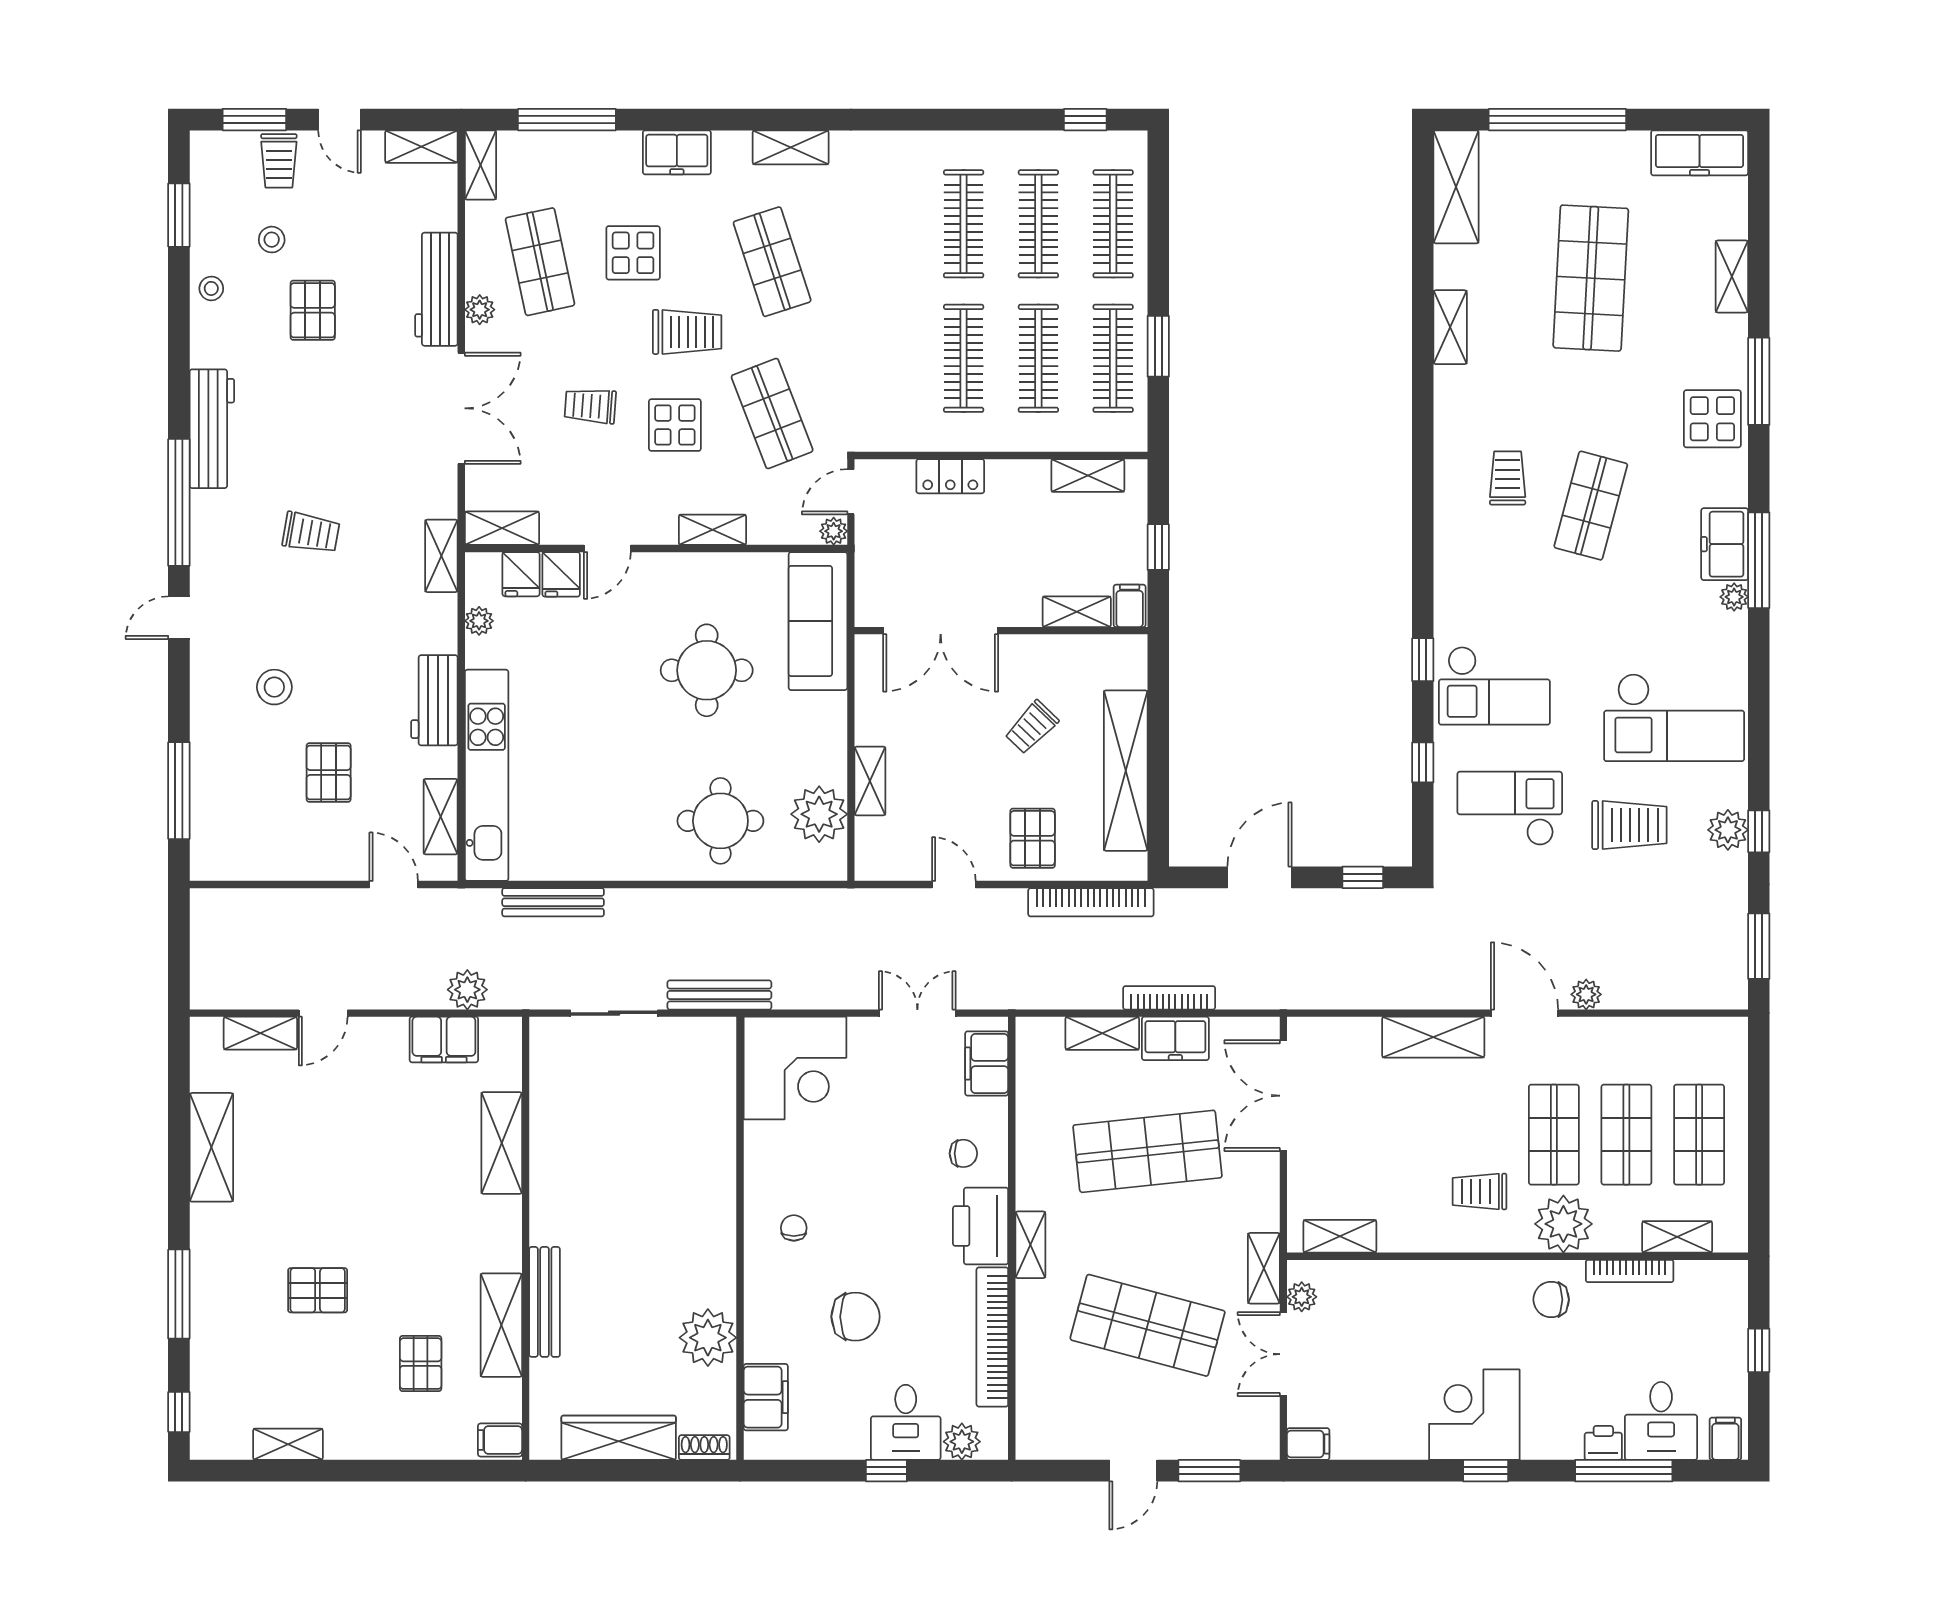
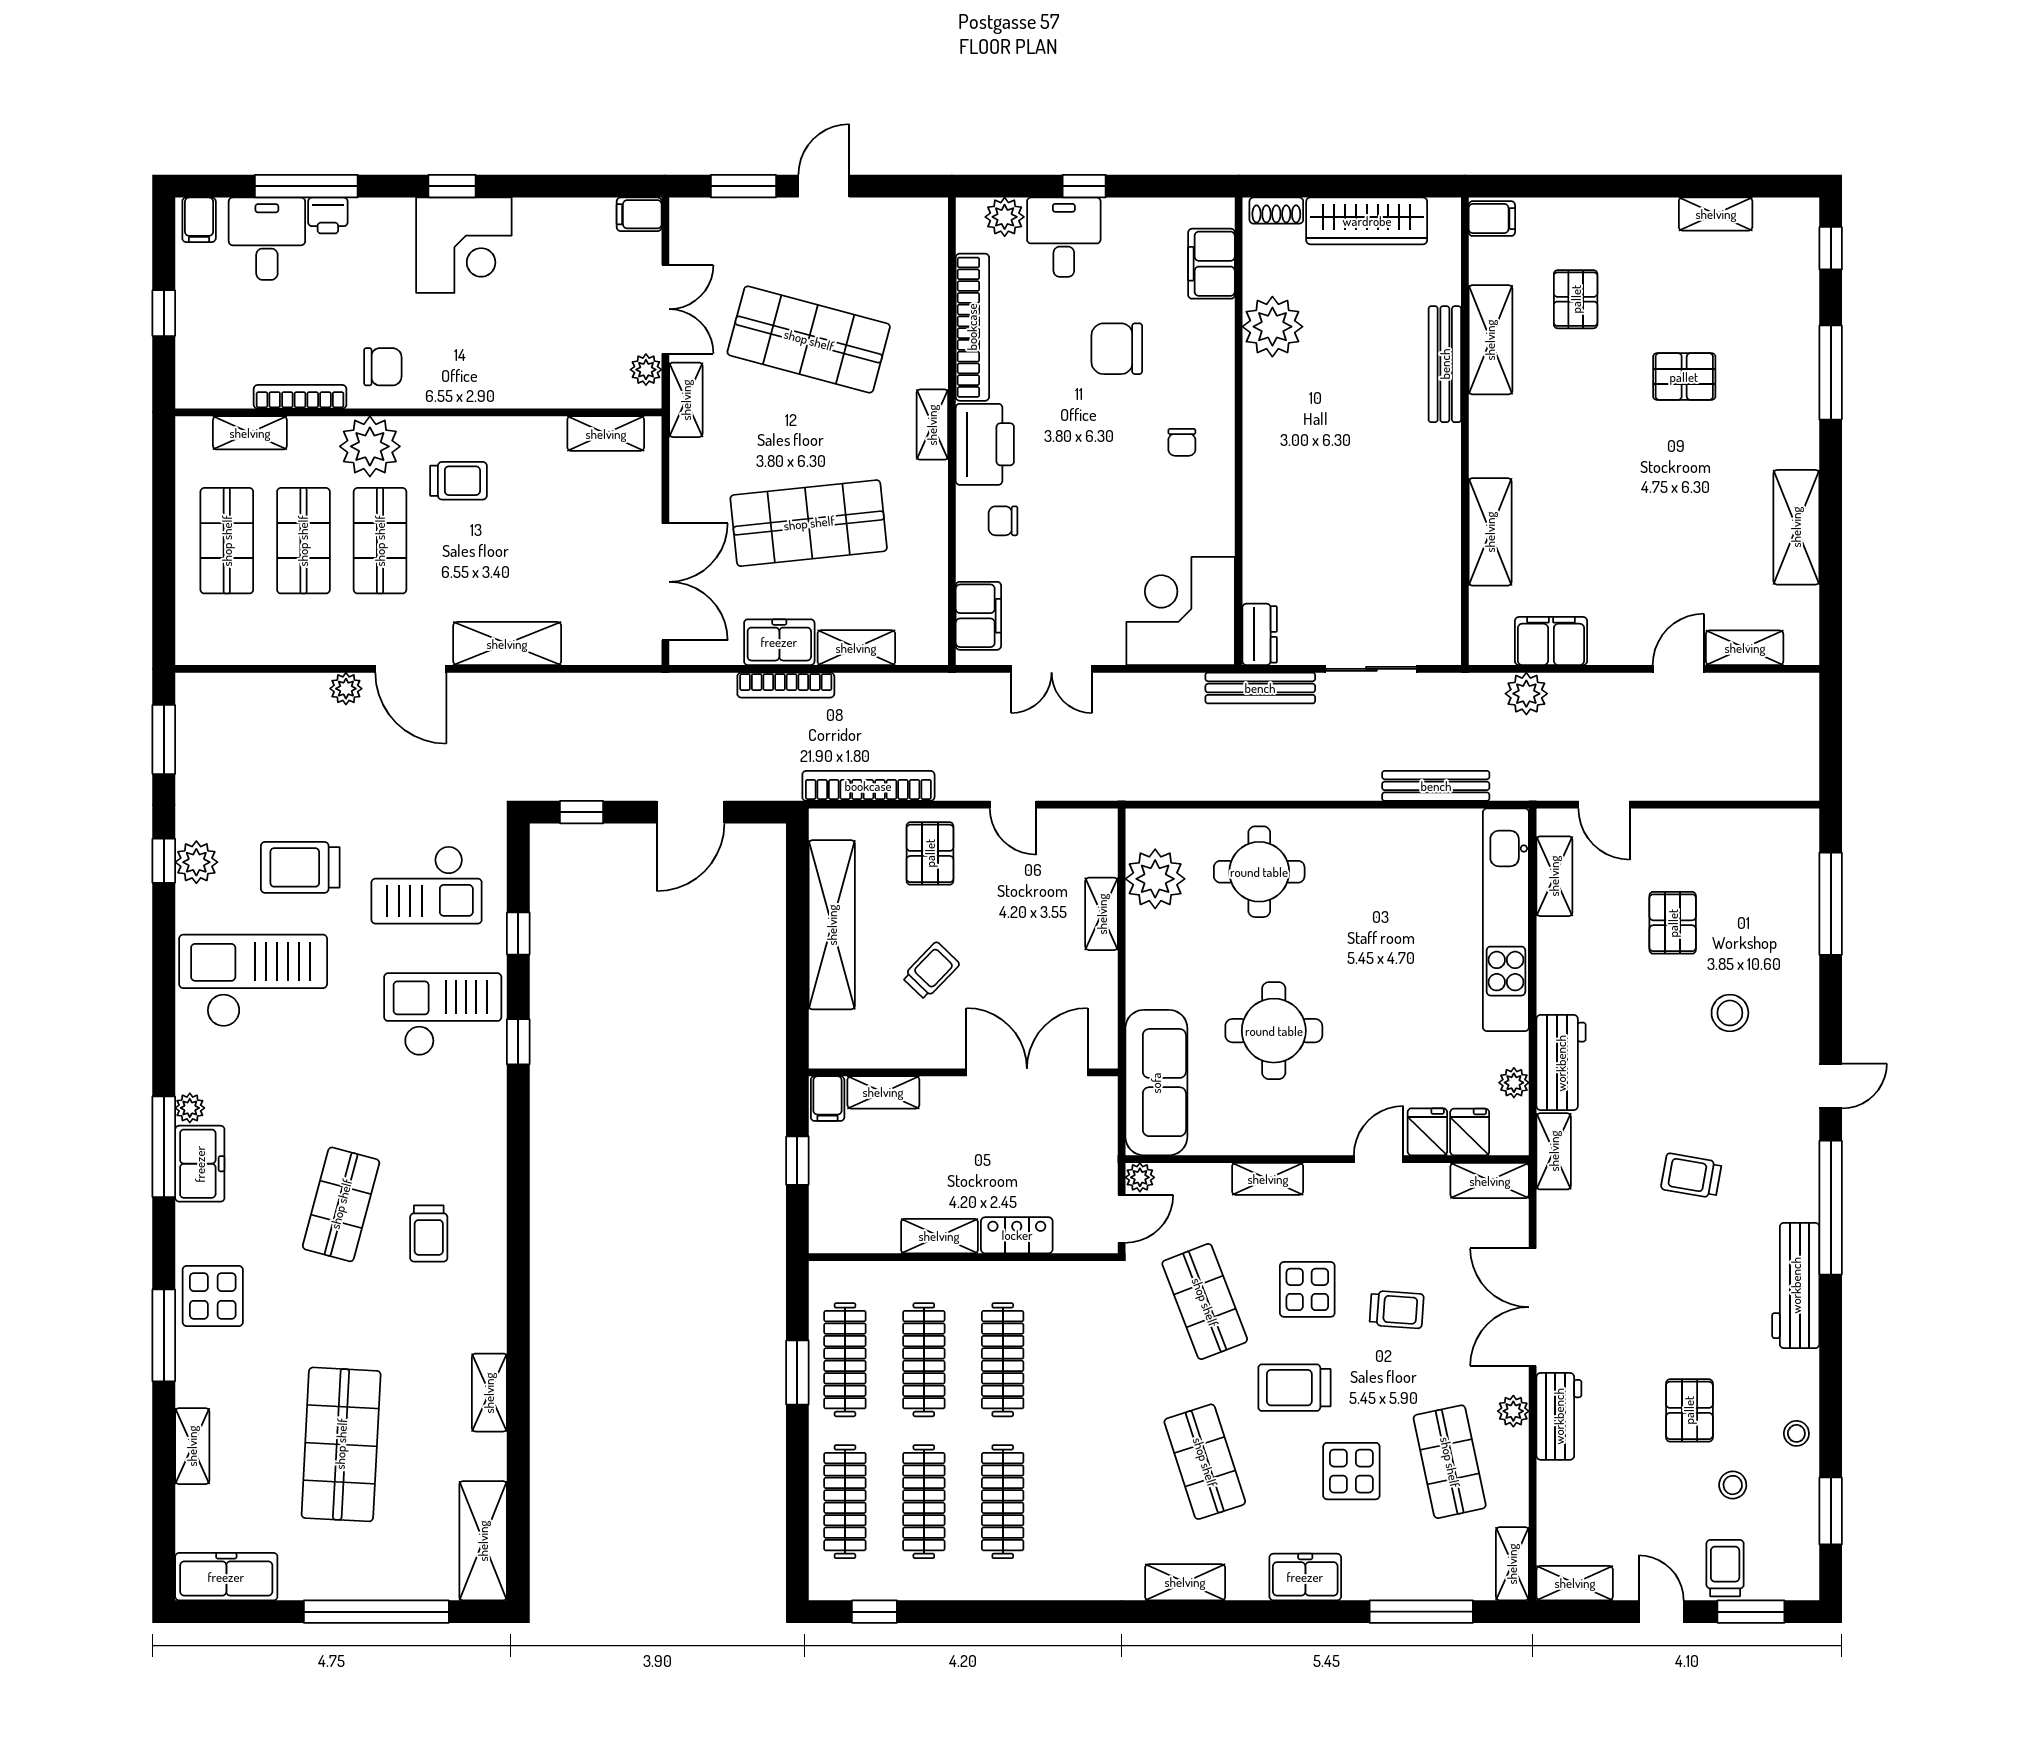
workbench: (436, 289) -> (1559, 1416), width x0.73
shelving: (1088, 476) -> (939, 1236), moved
workbench: (434, 700) -> (1561, 1063), moved
dresser: (720, 1046) -> (1260, 634), added

